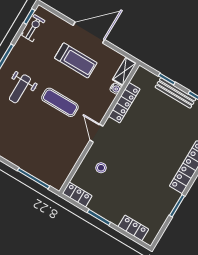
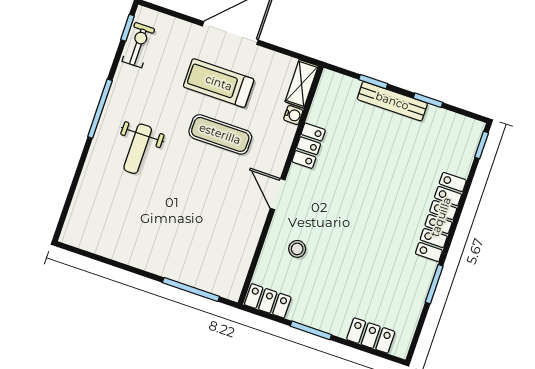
treadmill: (76, 60) -> (219, 83), turned 180
exercise mat: (60, 102) -> (220, 134), moved
locker: (124, 103) -> (309, 146), width x0.66

